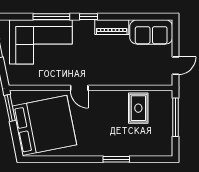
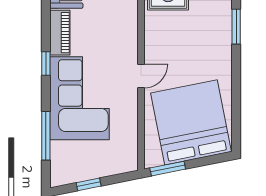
window: (51, 17) -> (46, 136), moved
corner sofa: (41, 42) -> (79, 98), moved

